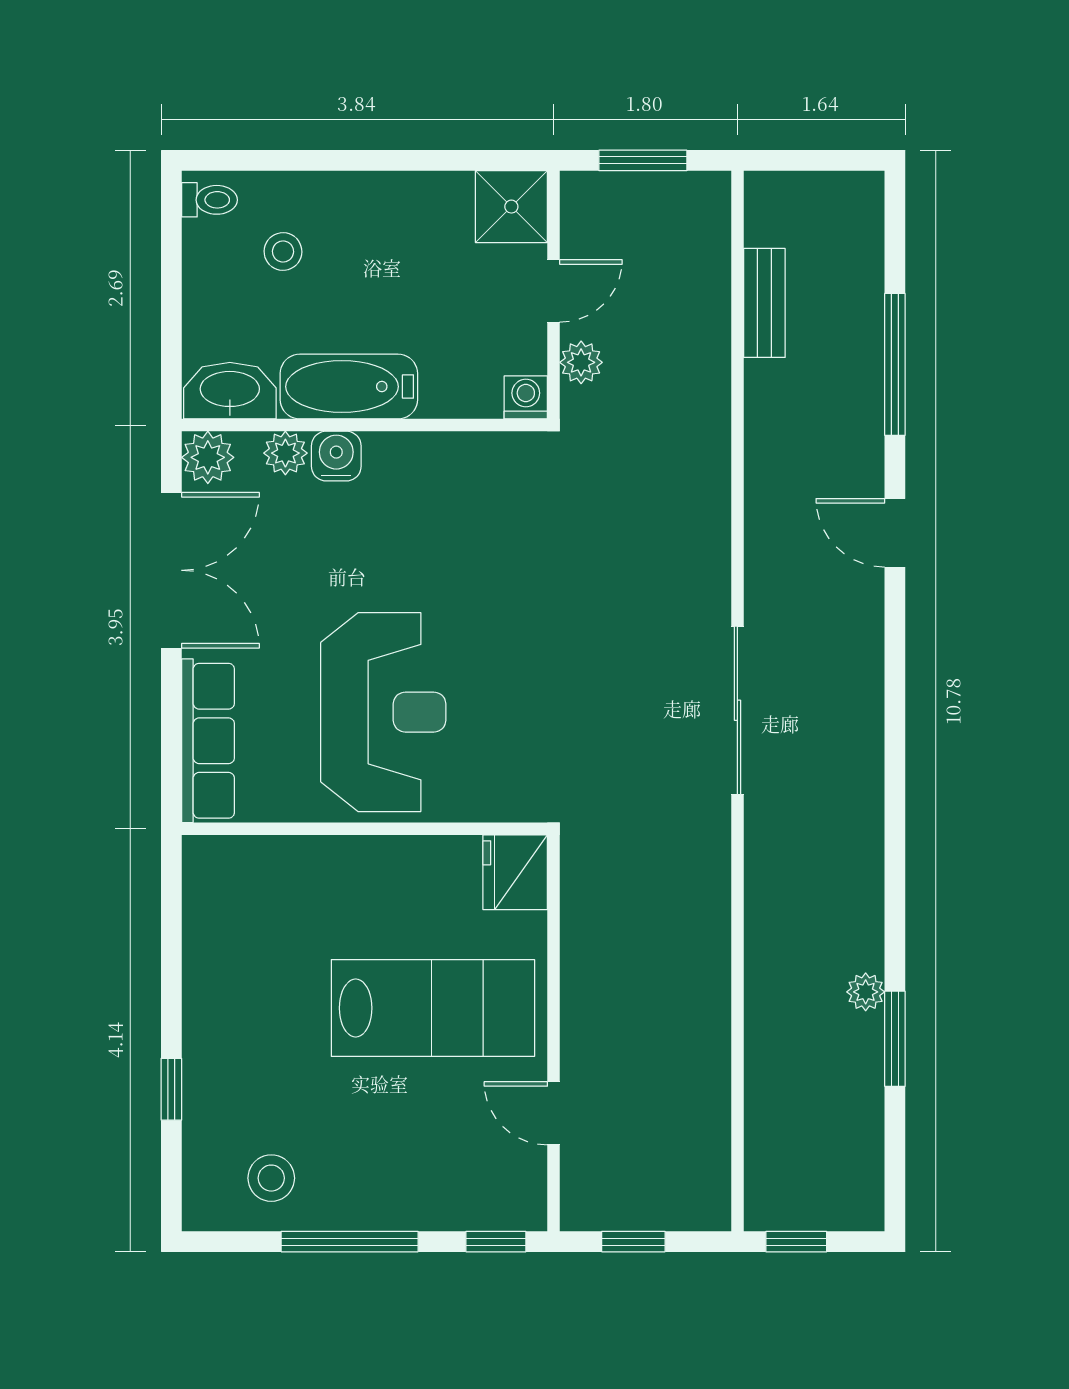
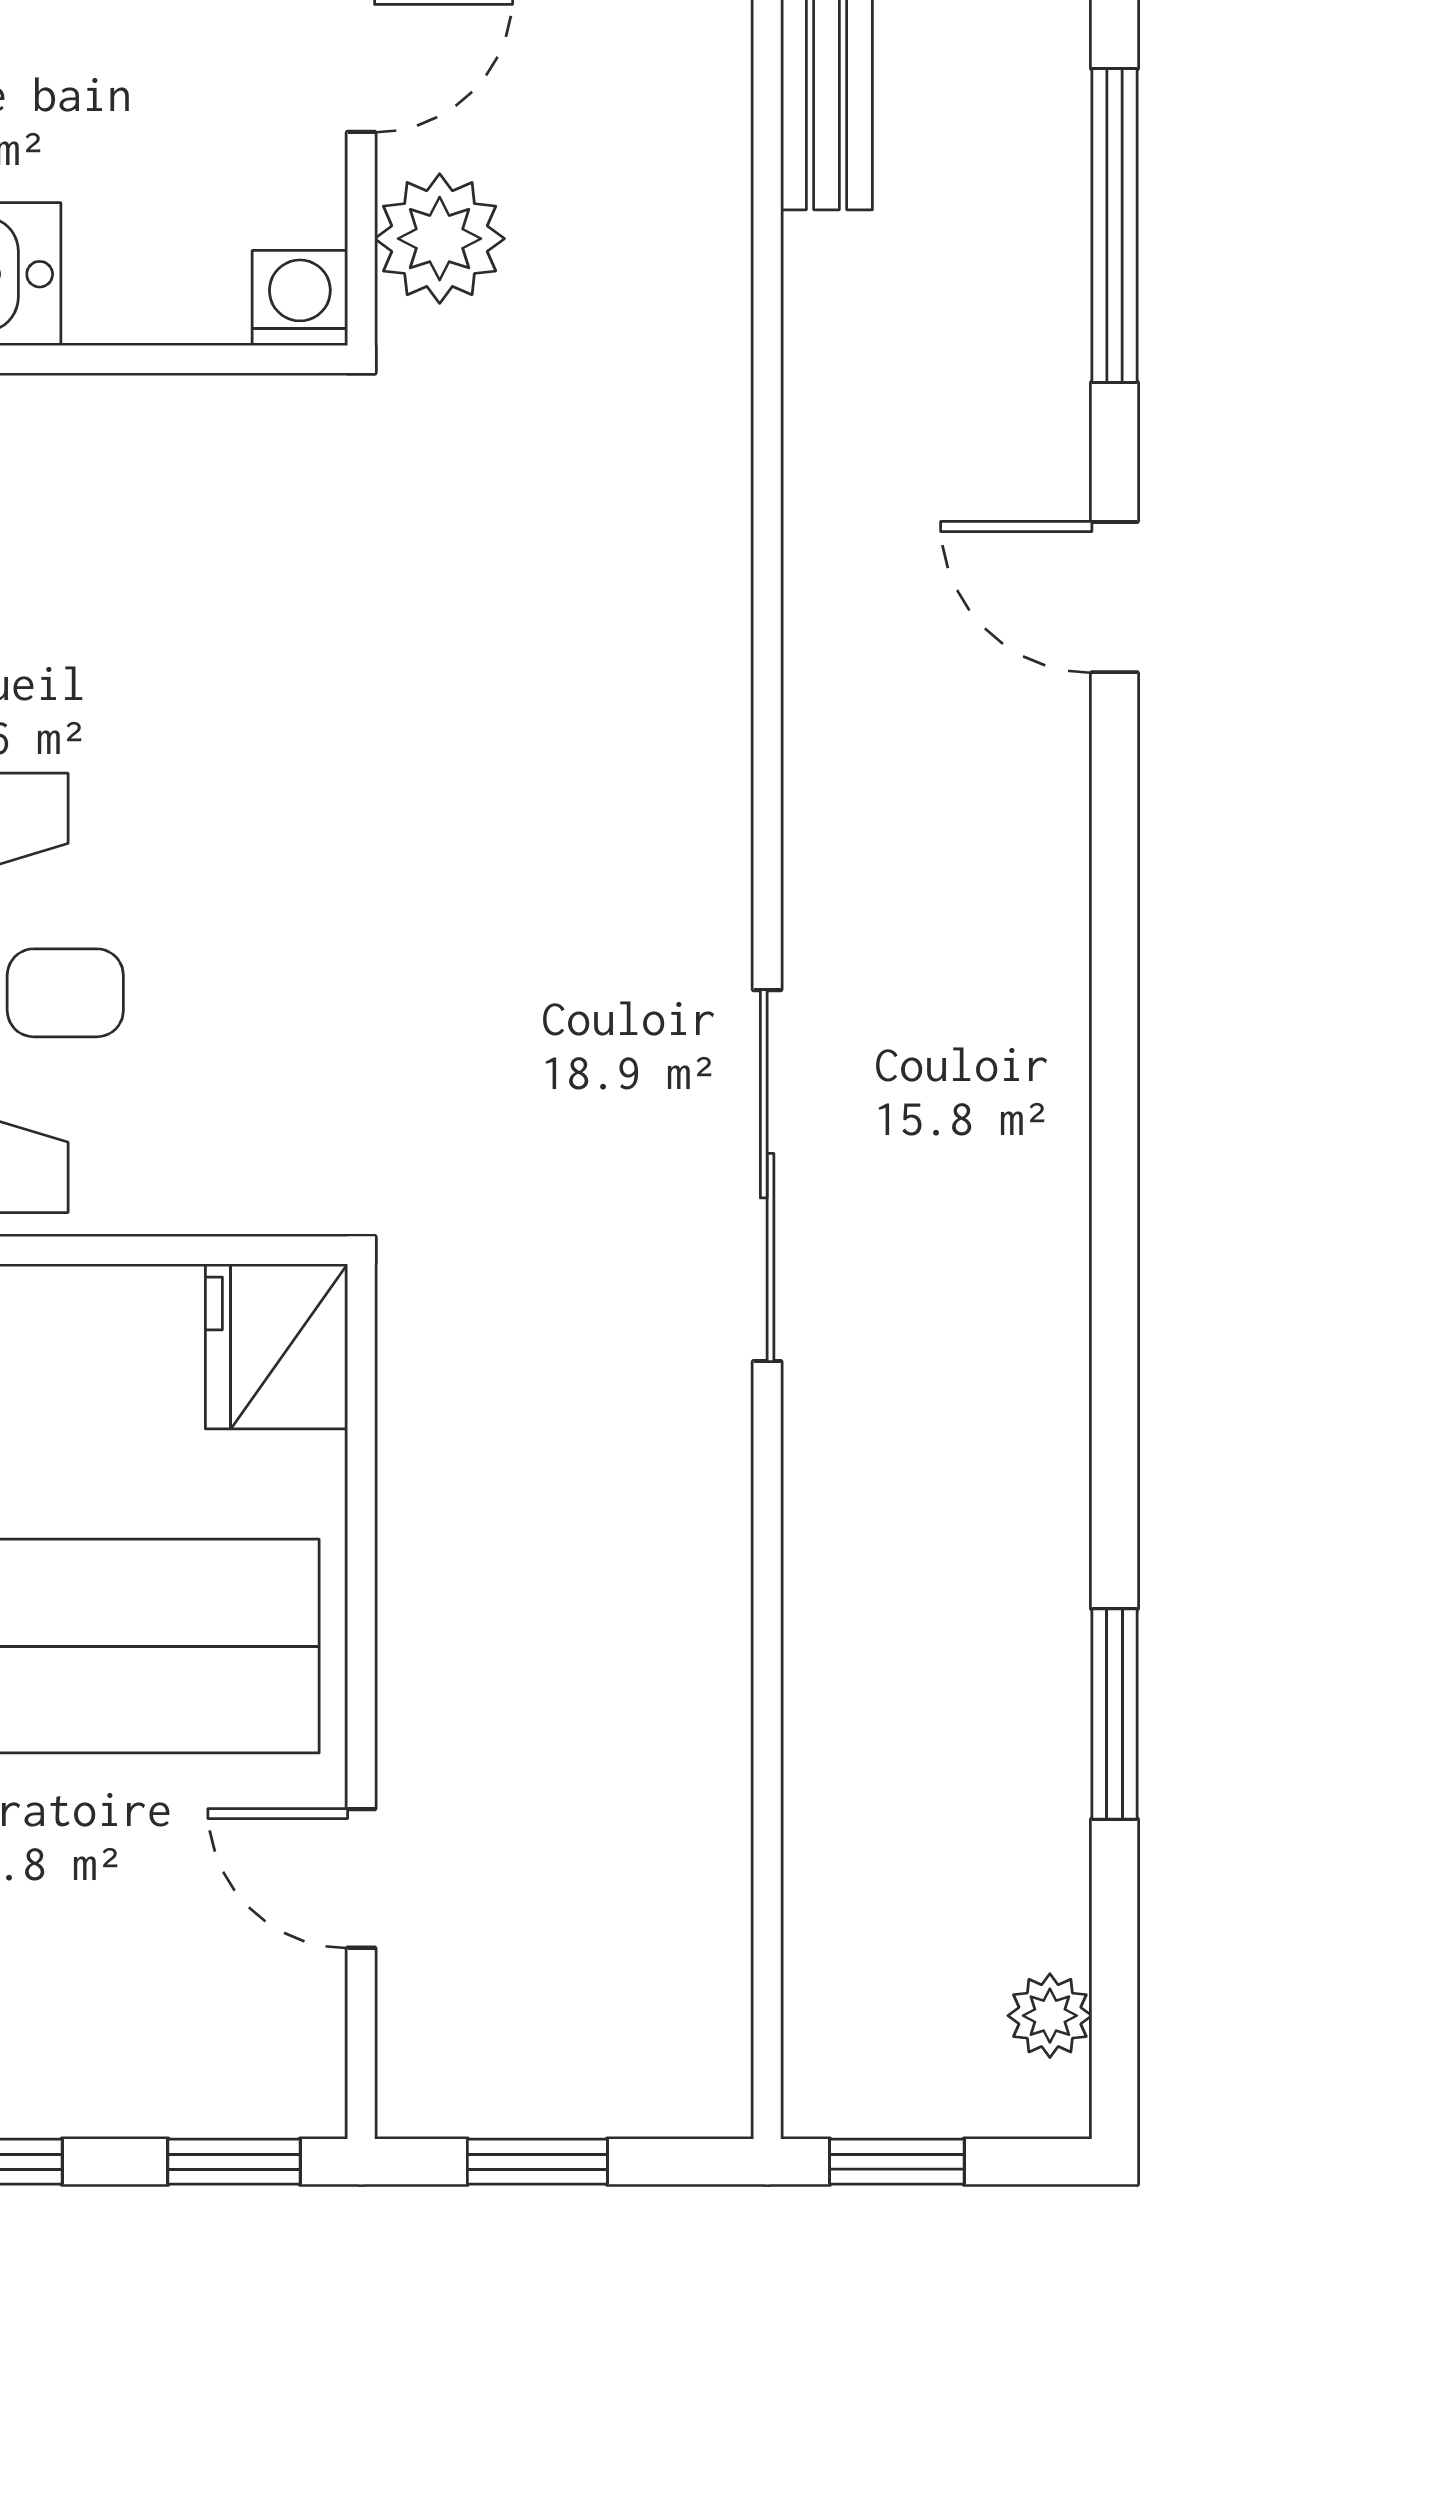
plant: (581, 362) -> (440, 239), width x1.38, depth x1.38
sliding door: (737, 710) -> (767, 1176), moved
plant: (866, 992) -> (1050, 2016), moved

